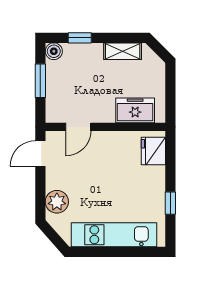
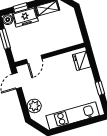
freezer: (135, 110) -> (25, 17), moved, turned 180

